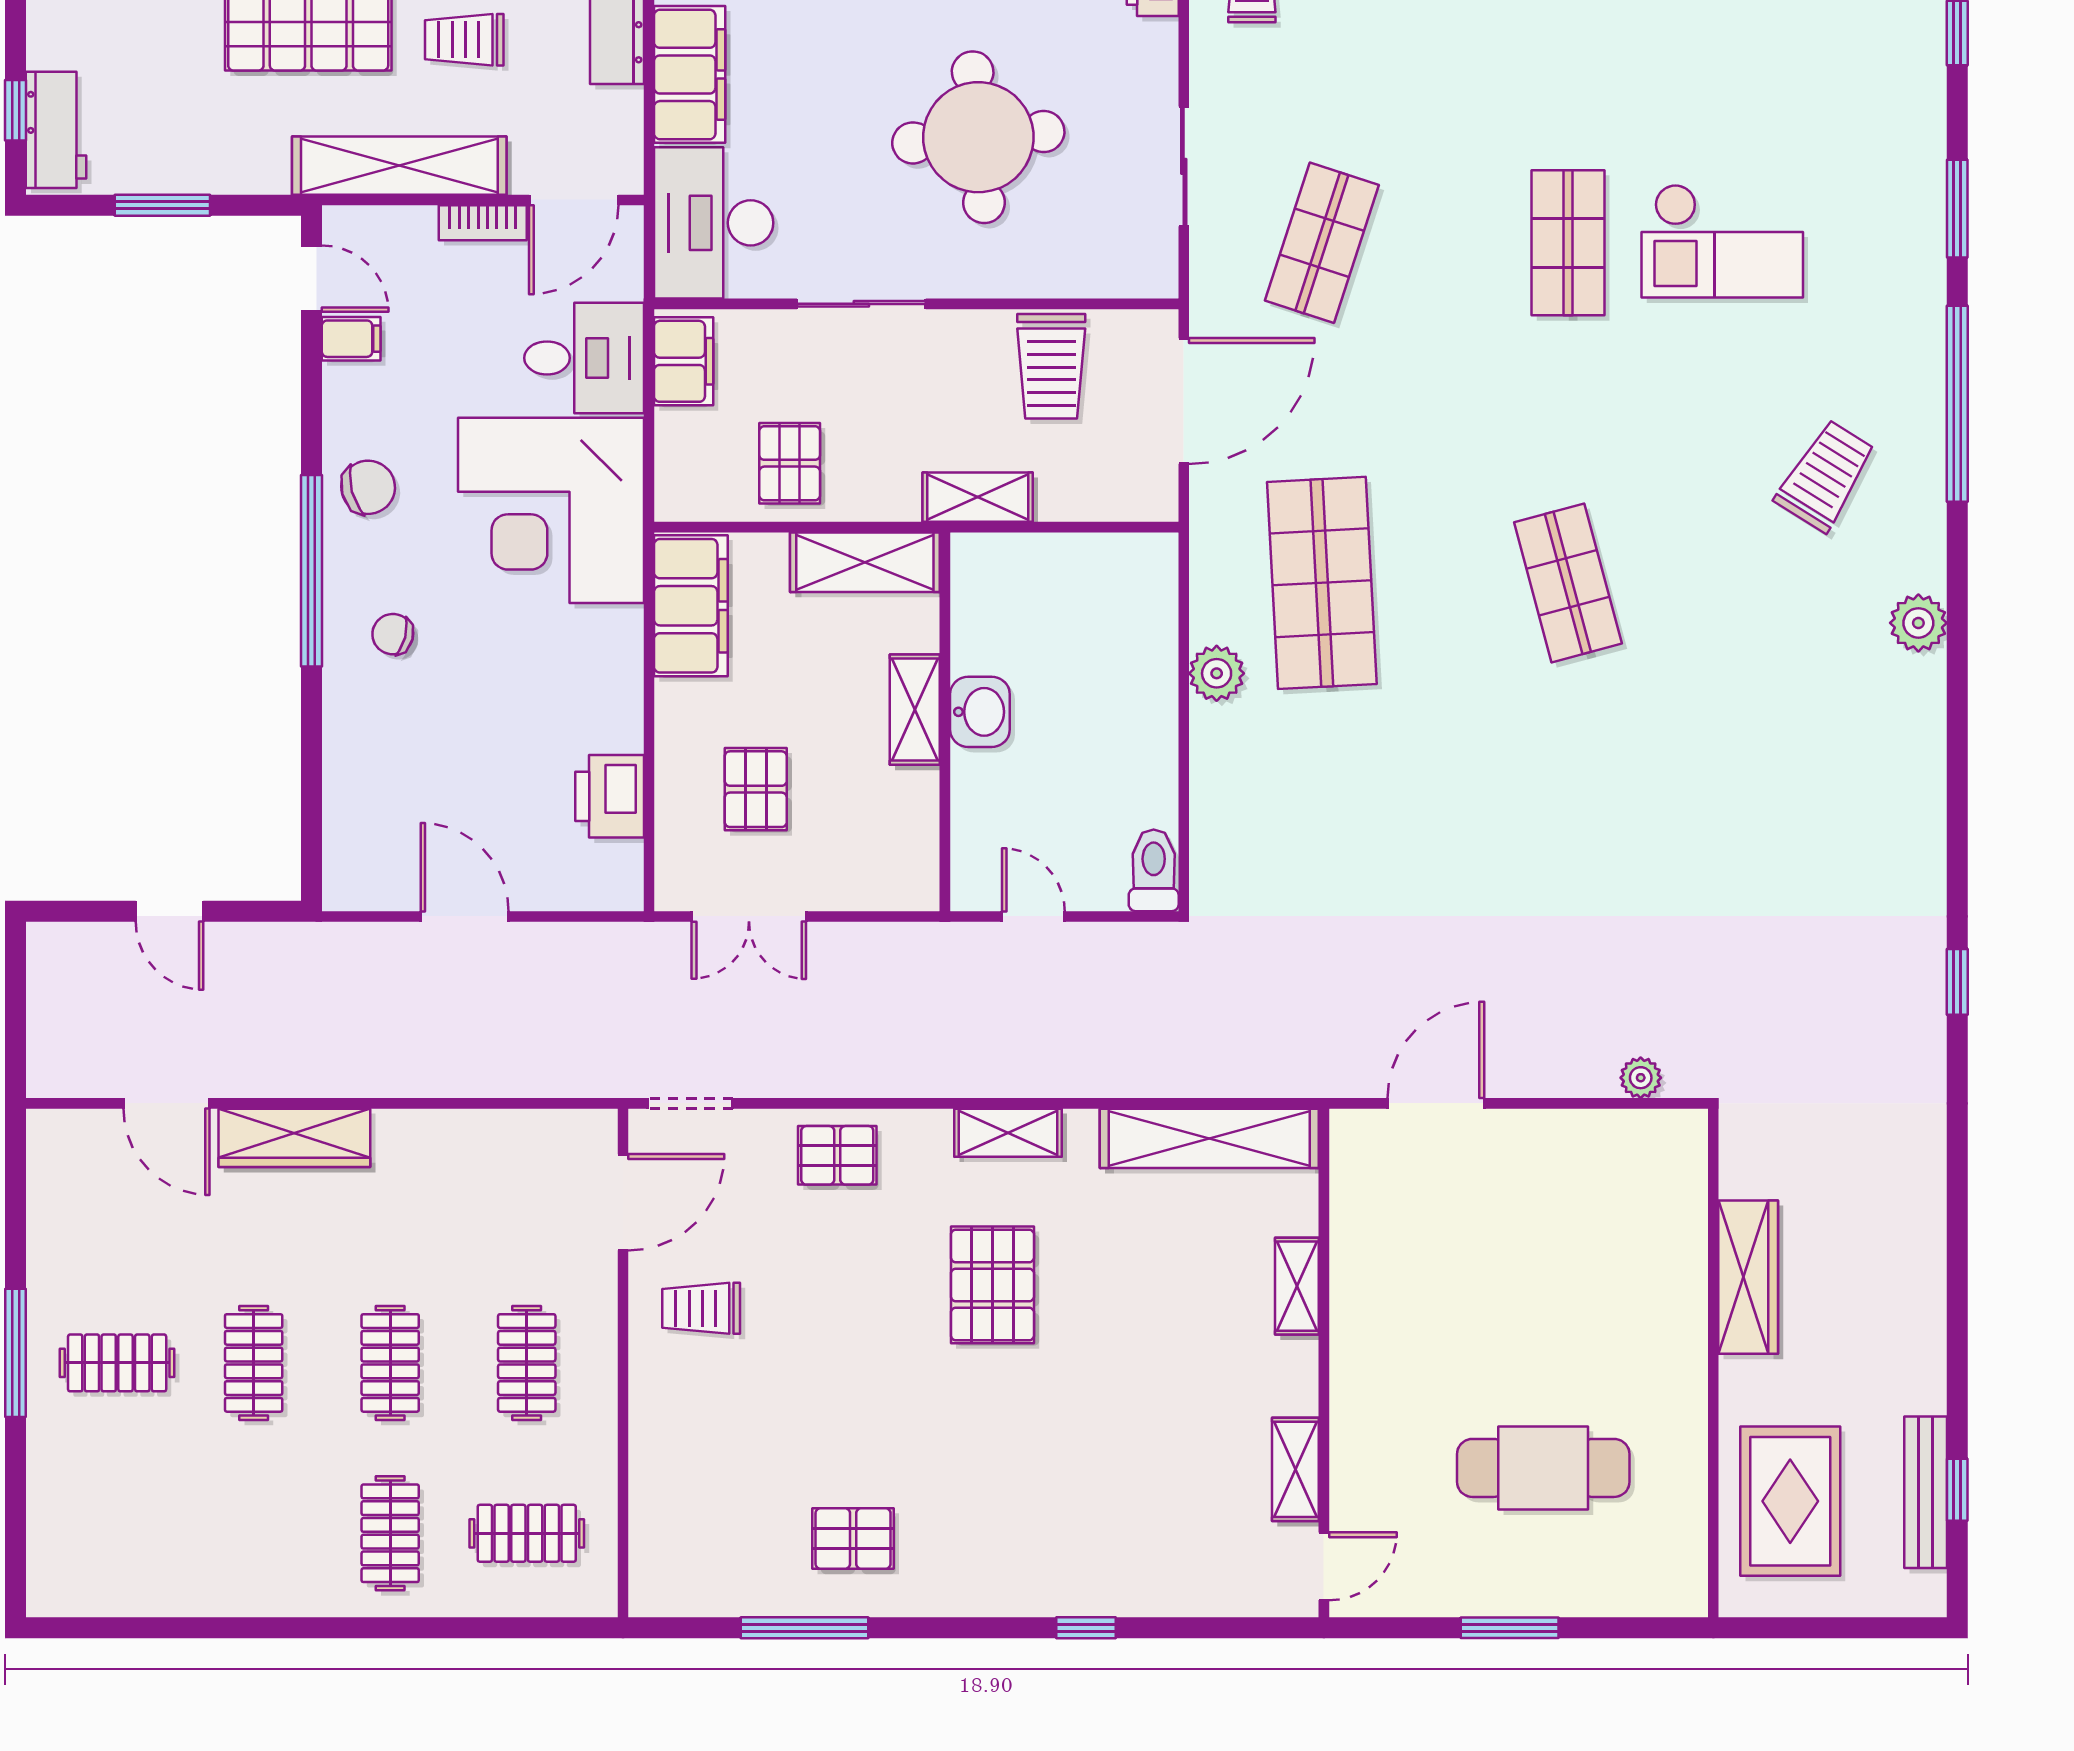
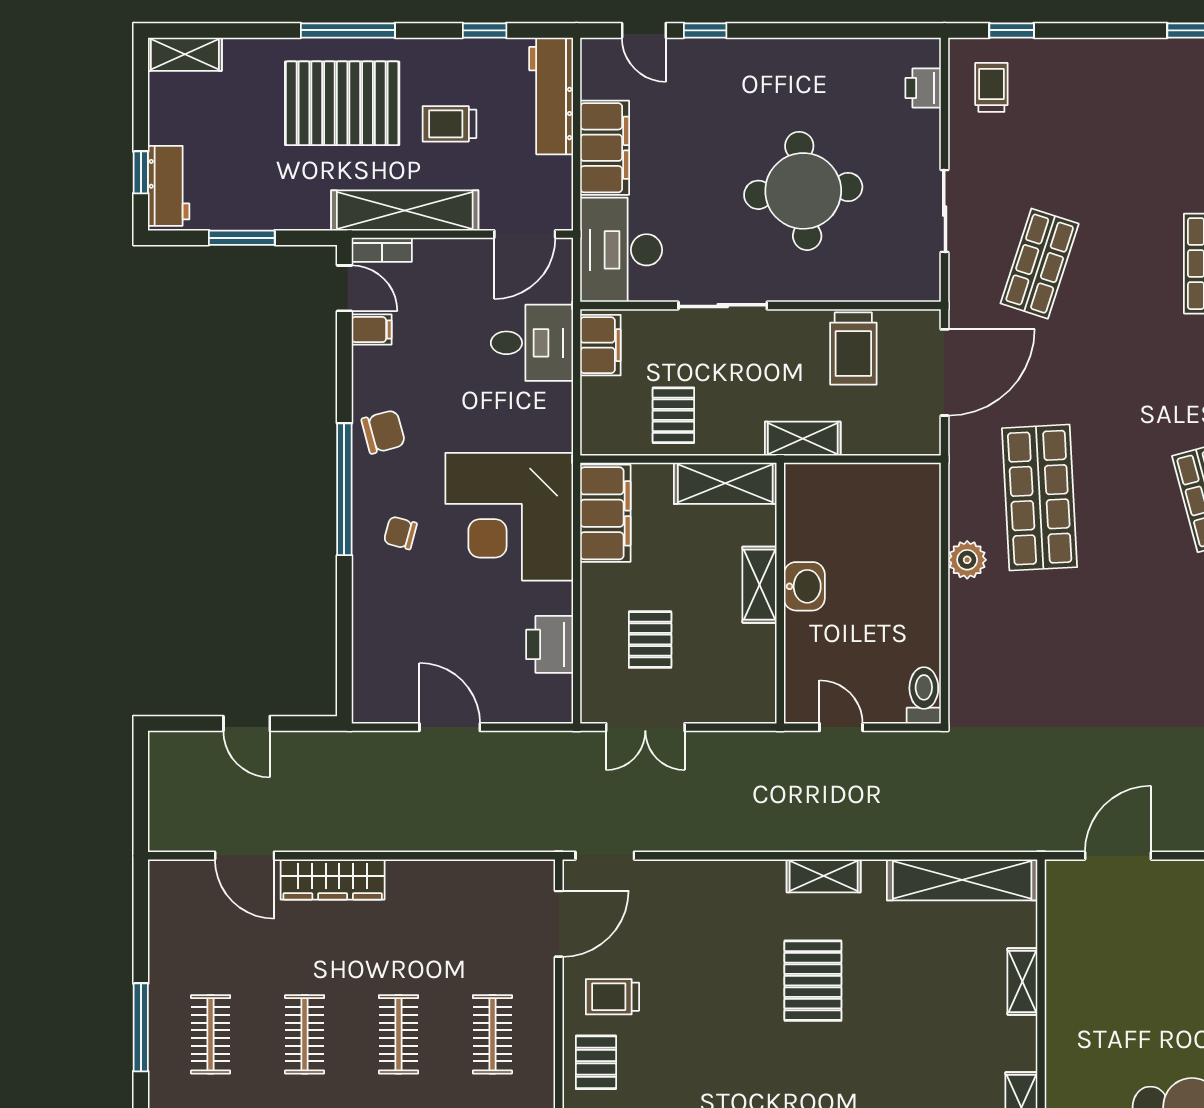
bookcase: (483, 223) -> (382, 250), moved
corner desk: (551, 510) -> (509, 517), moved
pallet: (837, 1155) -> (596, 1062), moved, turned 90
clothes rail: (117, 1363) -> (211, 1034), turned 90

